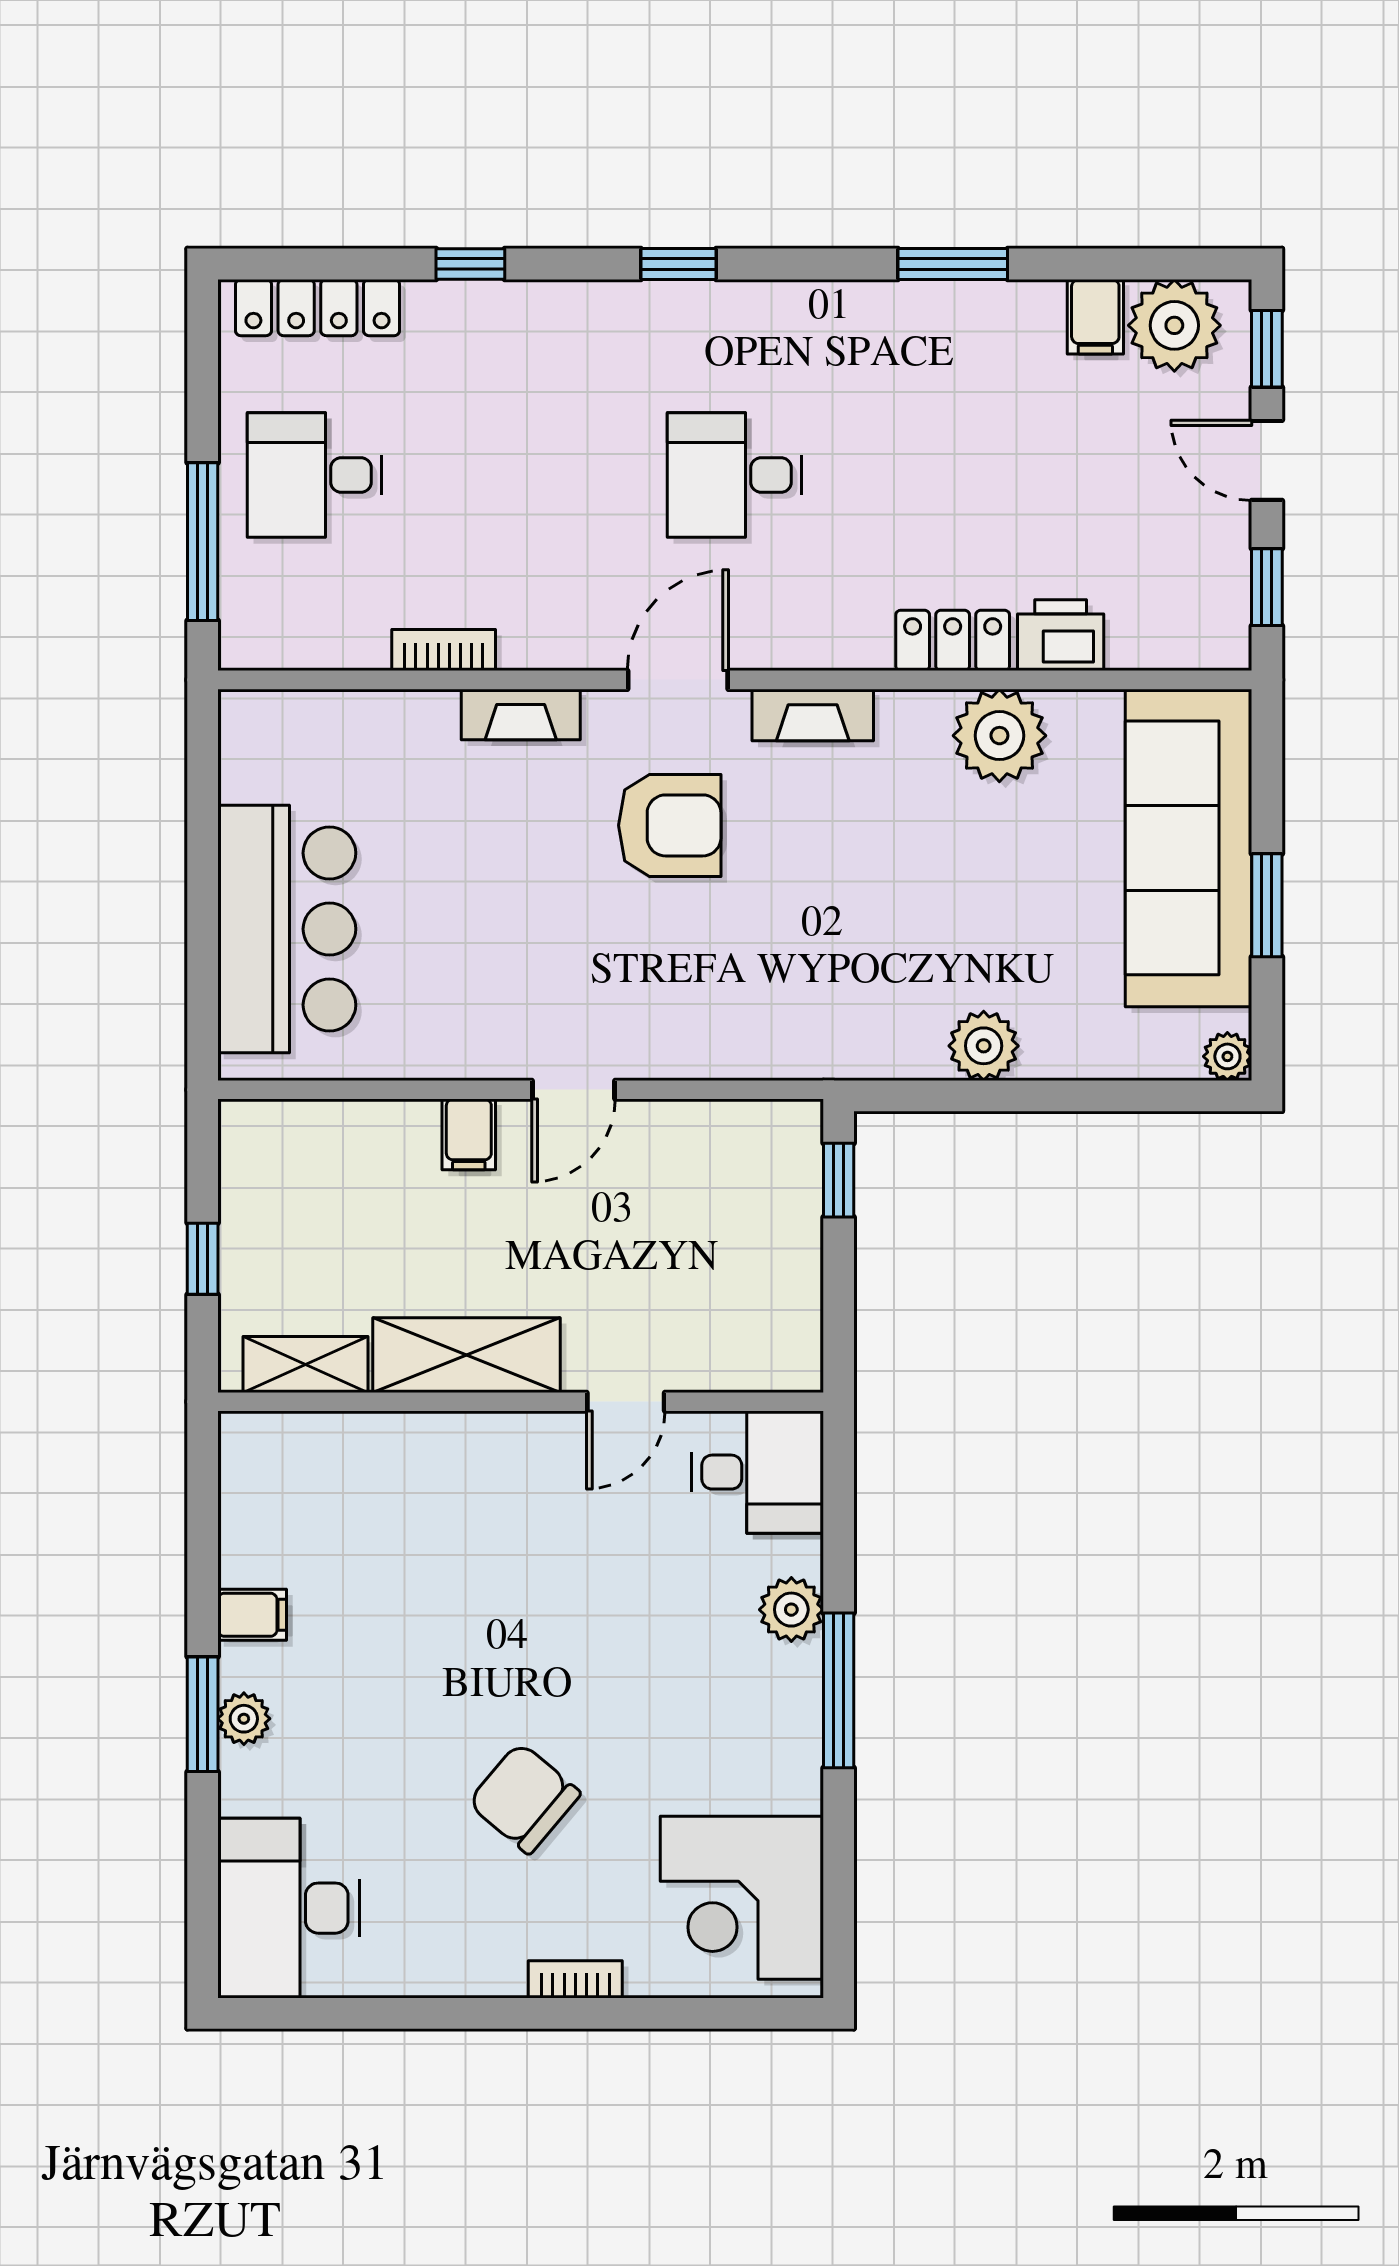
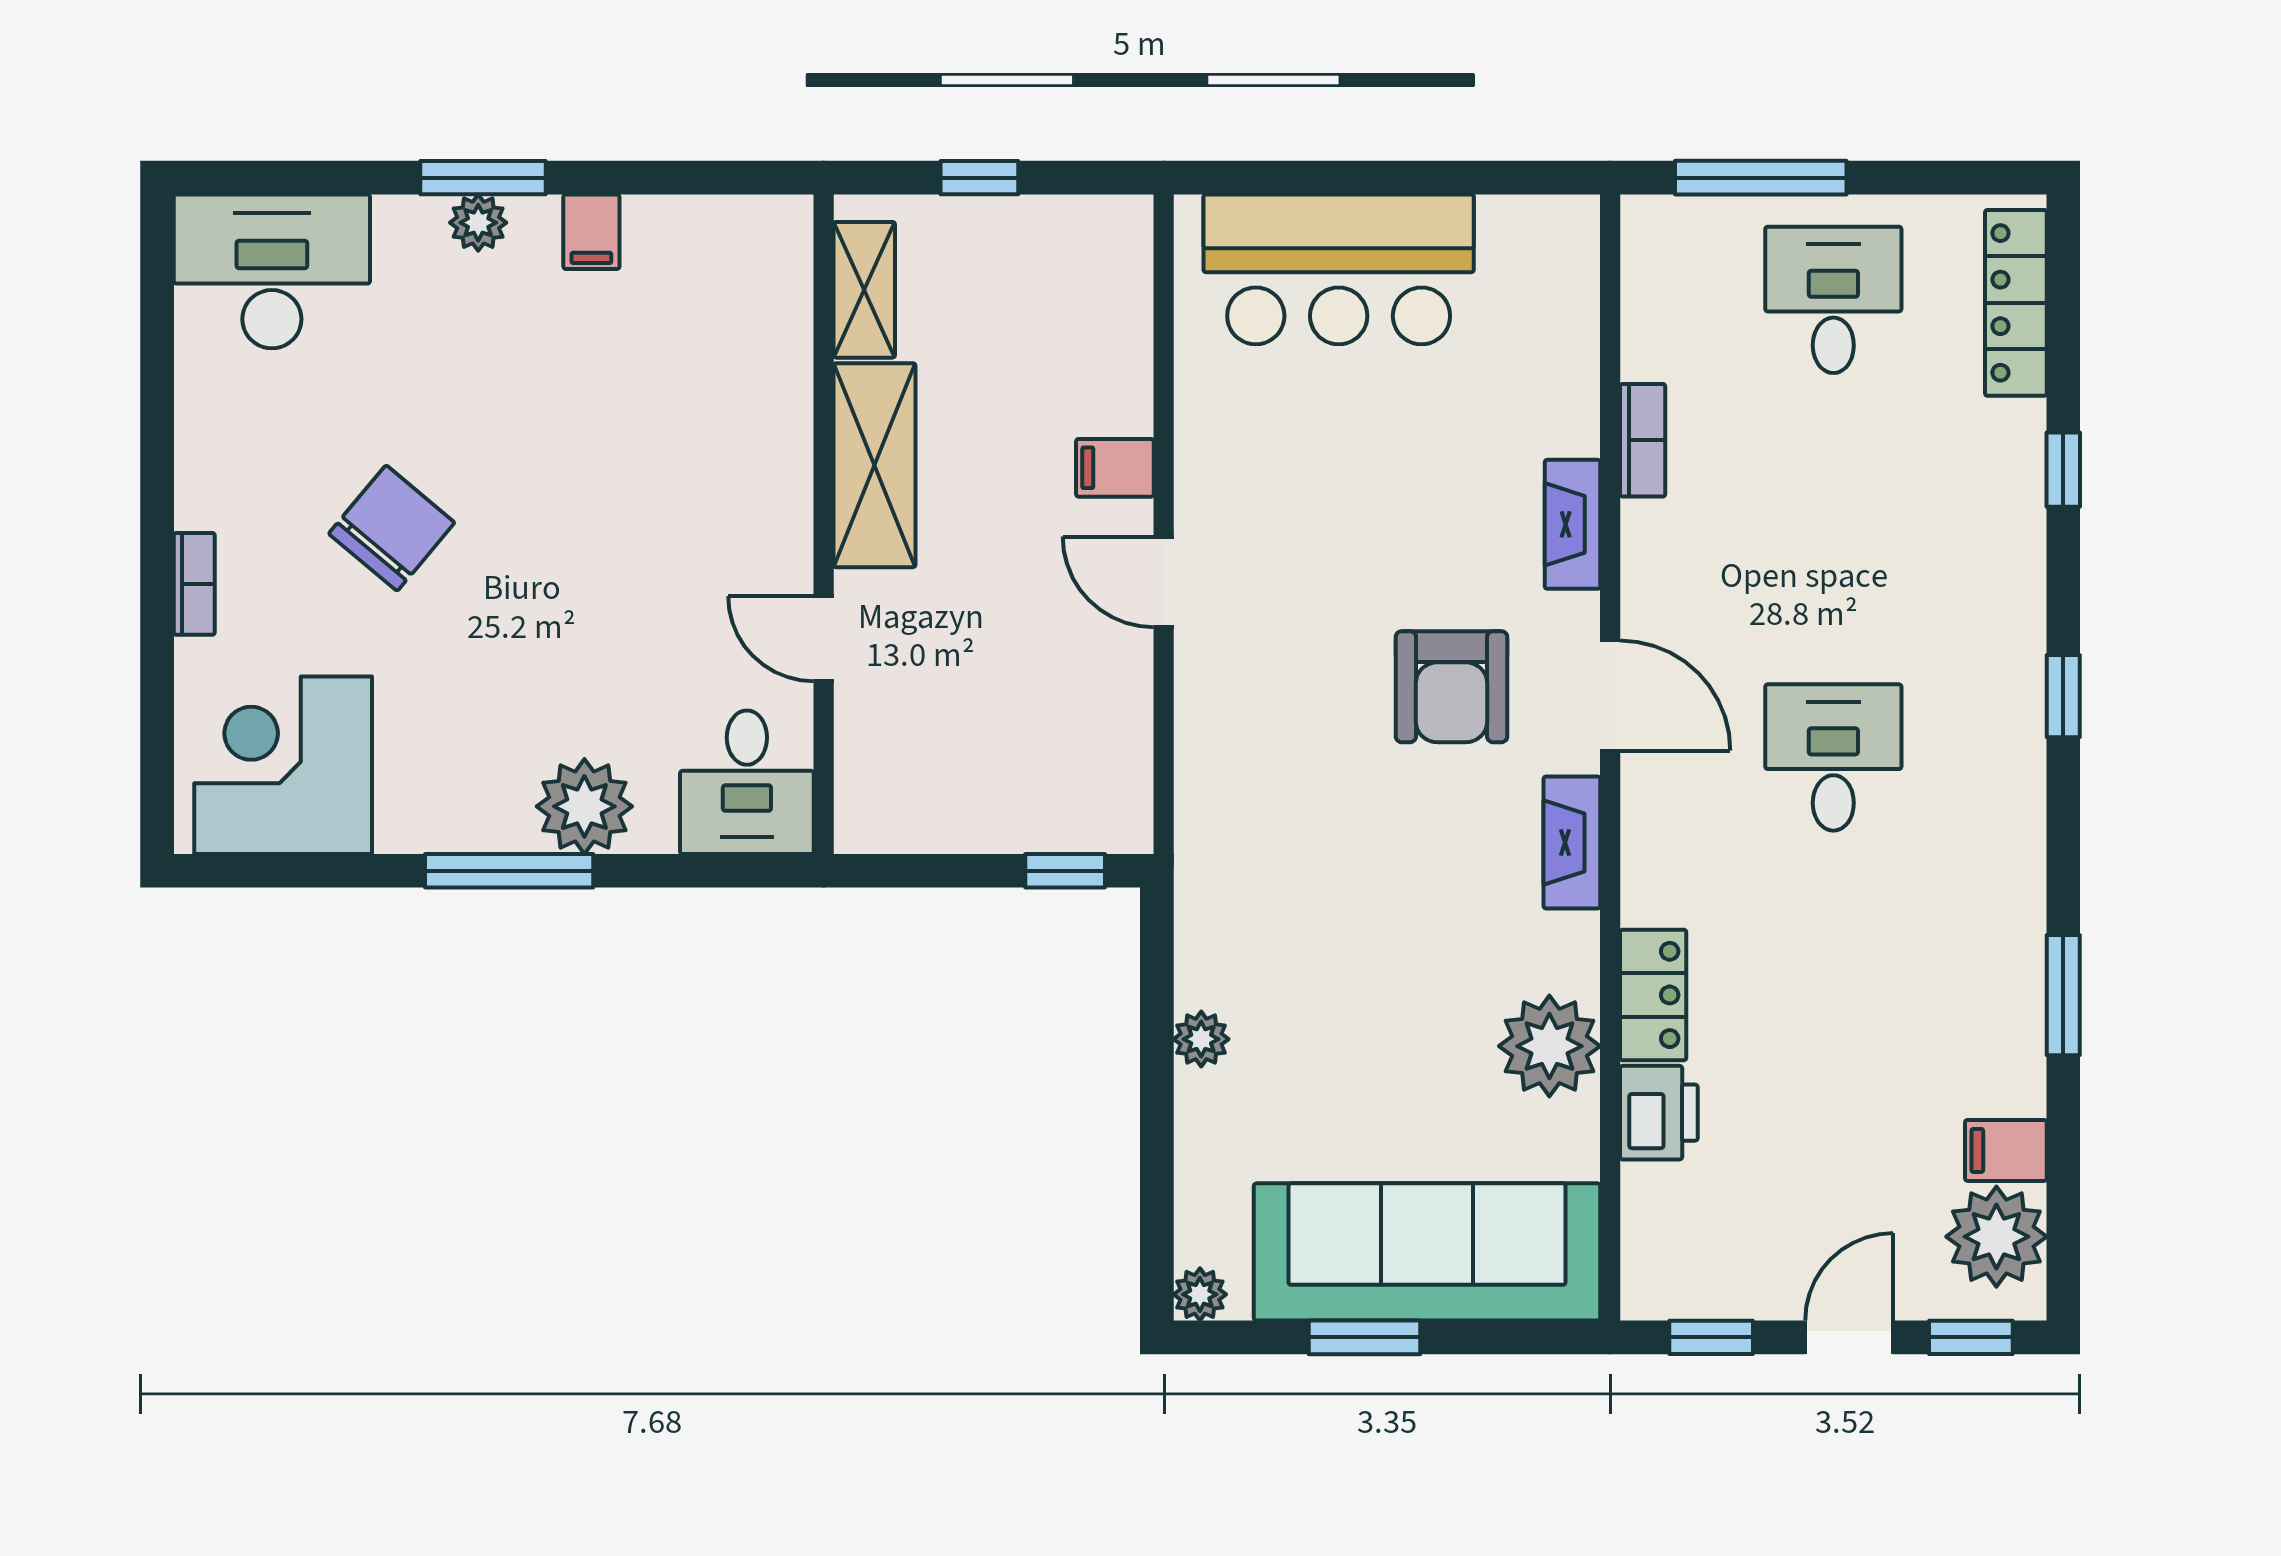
plant: (984, 1046) -> (1201, 1039), width x0.73, depth x0.73
plant: (791, 1610) -> (584, 806), width x1.36, depth x1.36

